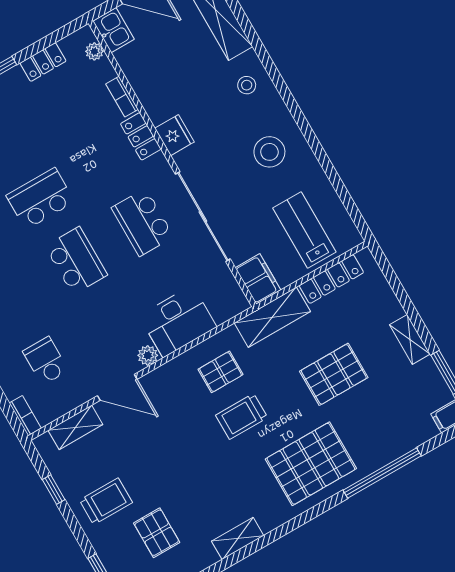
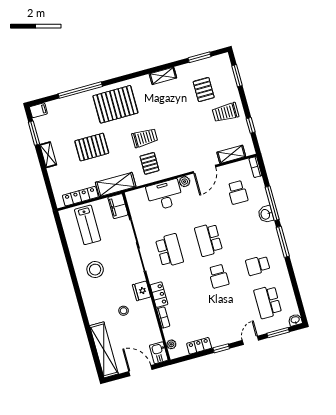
stool: (247, 85) -> (124, 311), moved
school desk: (40, 199) -> (219, 276), width x0.54
pallet: (221, 372) -> (149, 163), turned 90
door: (117, 387) -> (204, 169), swing flipped

